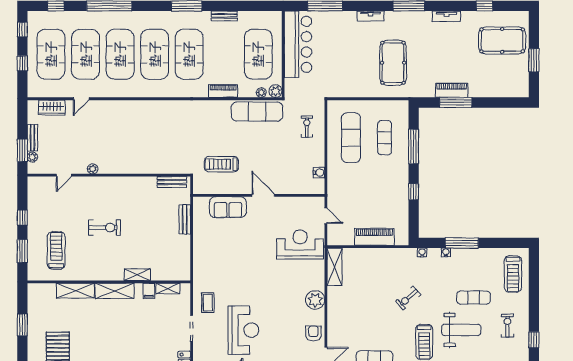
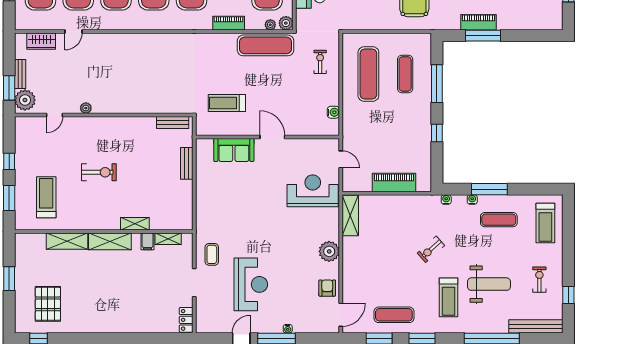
plant: (32, 157) -> (25, 100), width x1.88, depth x1.88
exercise mat: (474, 298) -> (499, 220), moved

